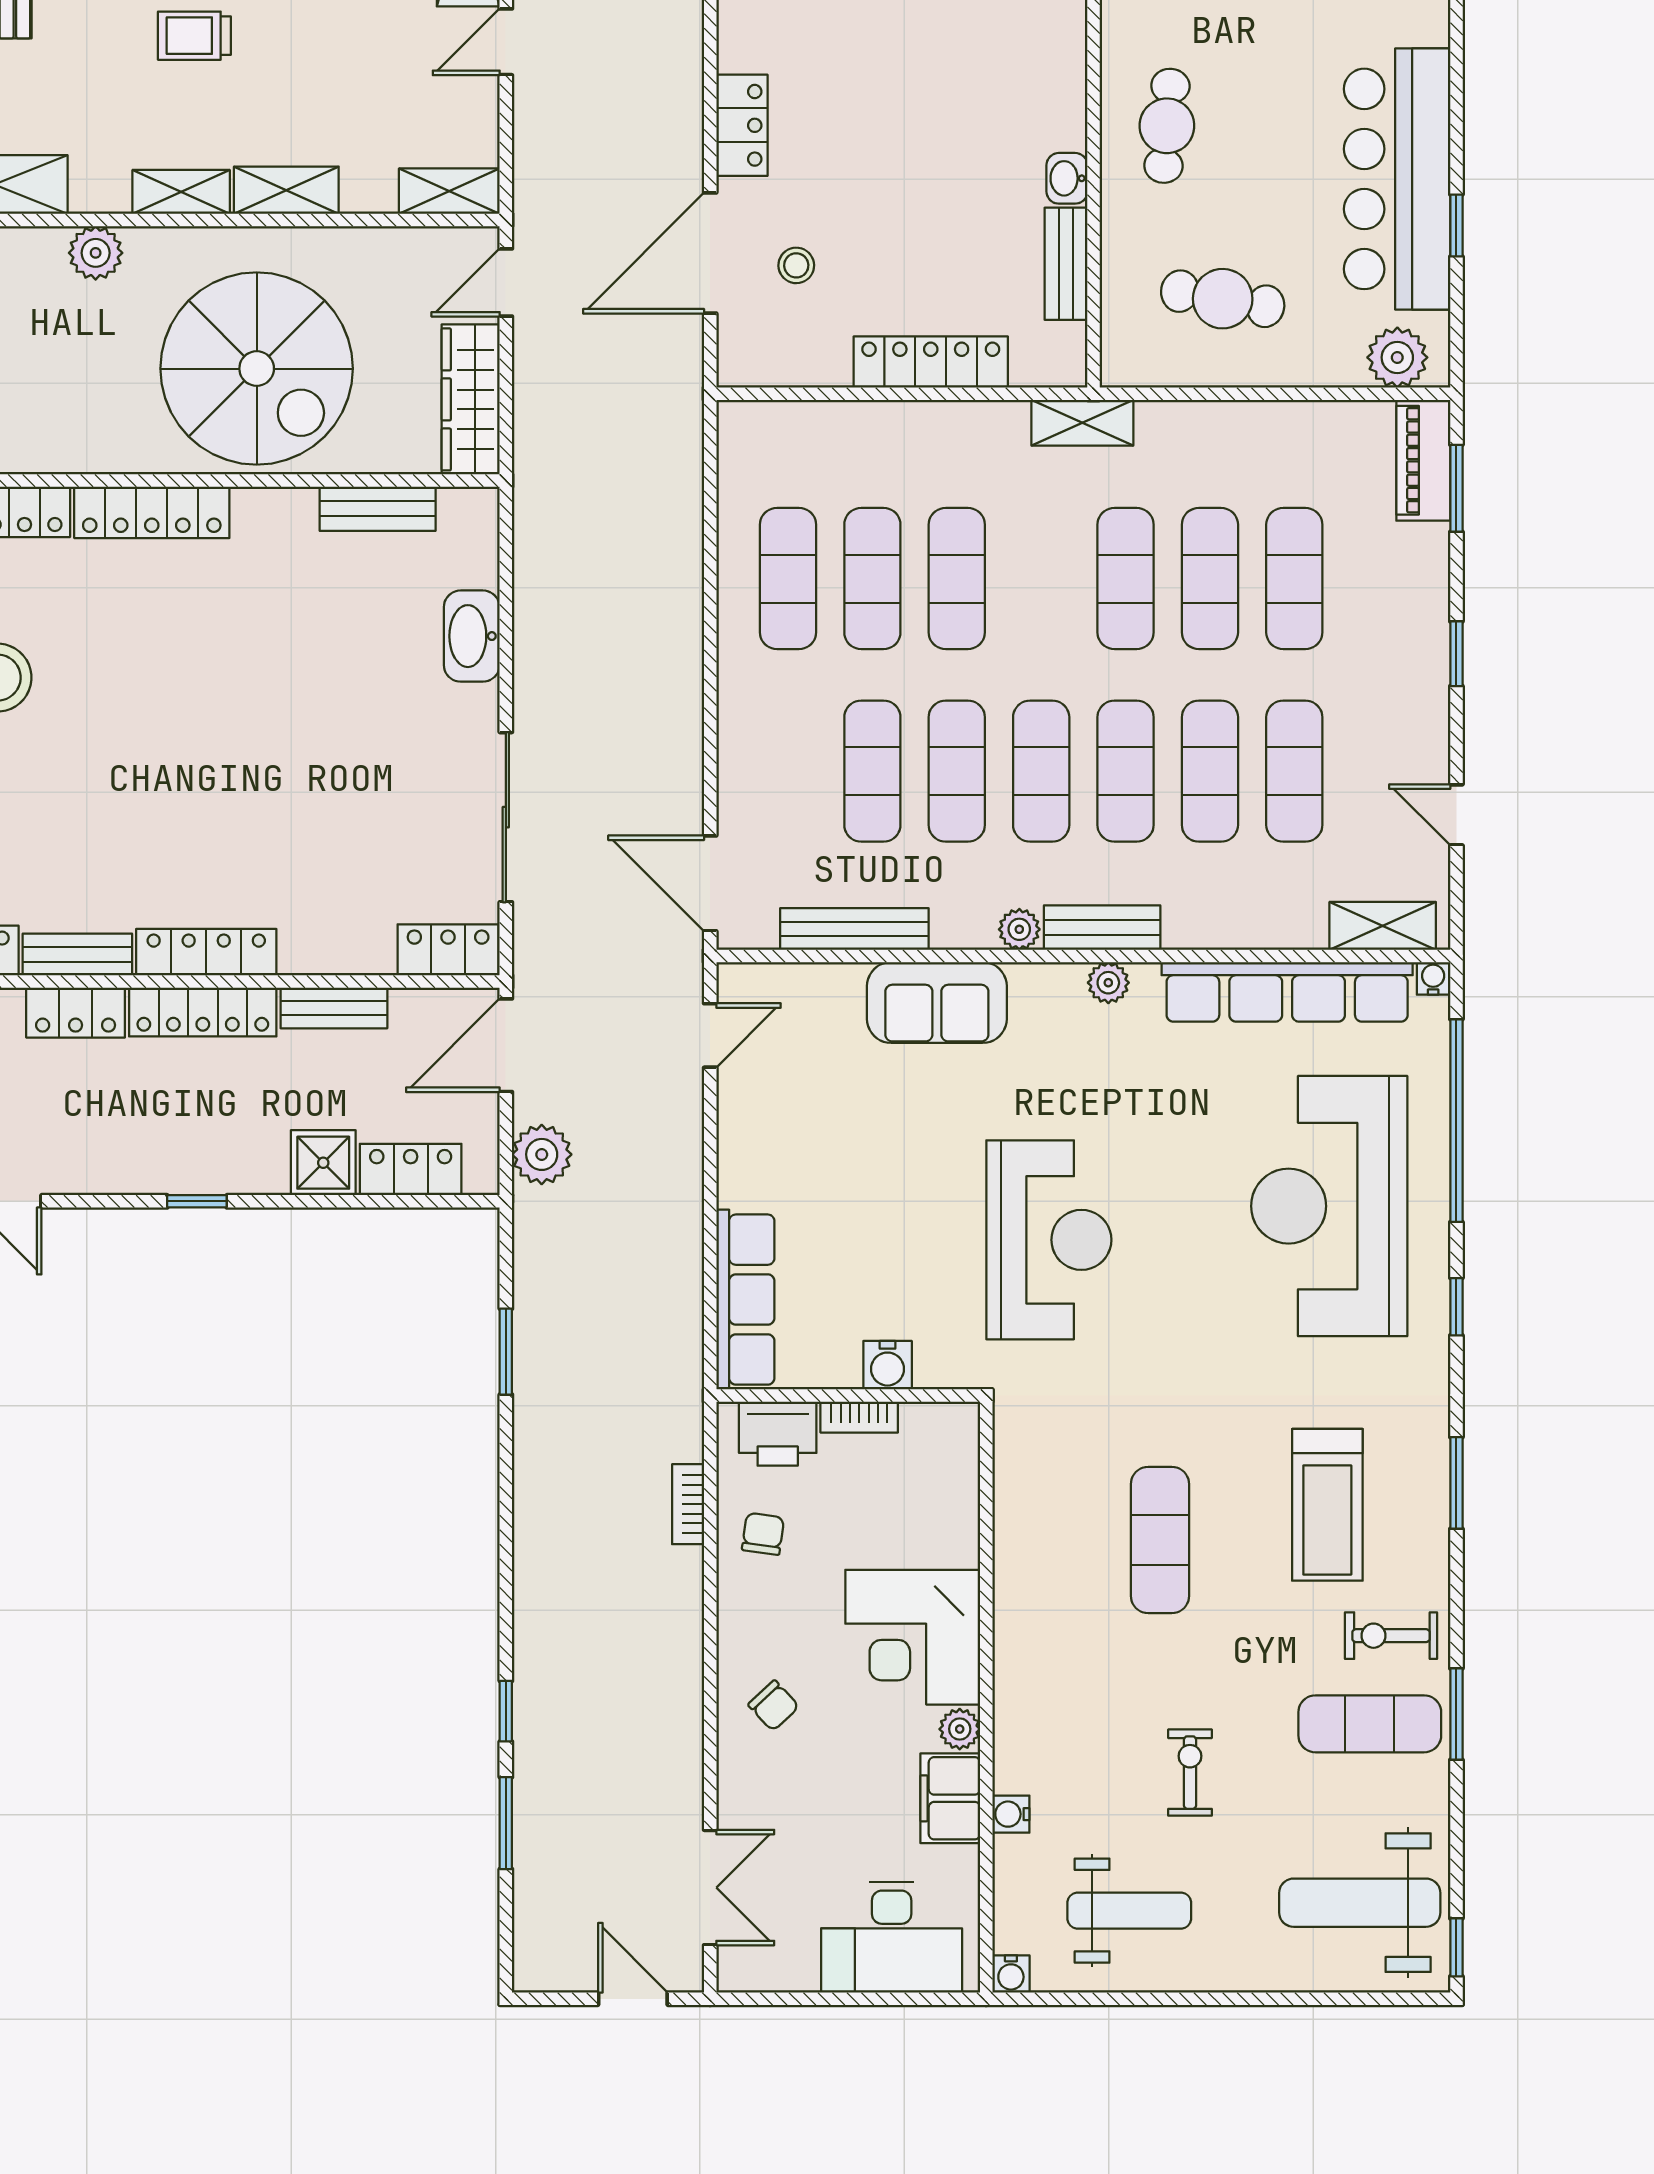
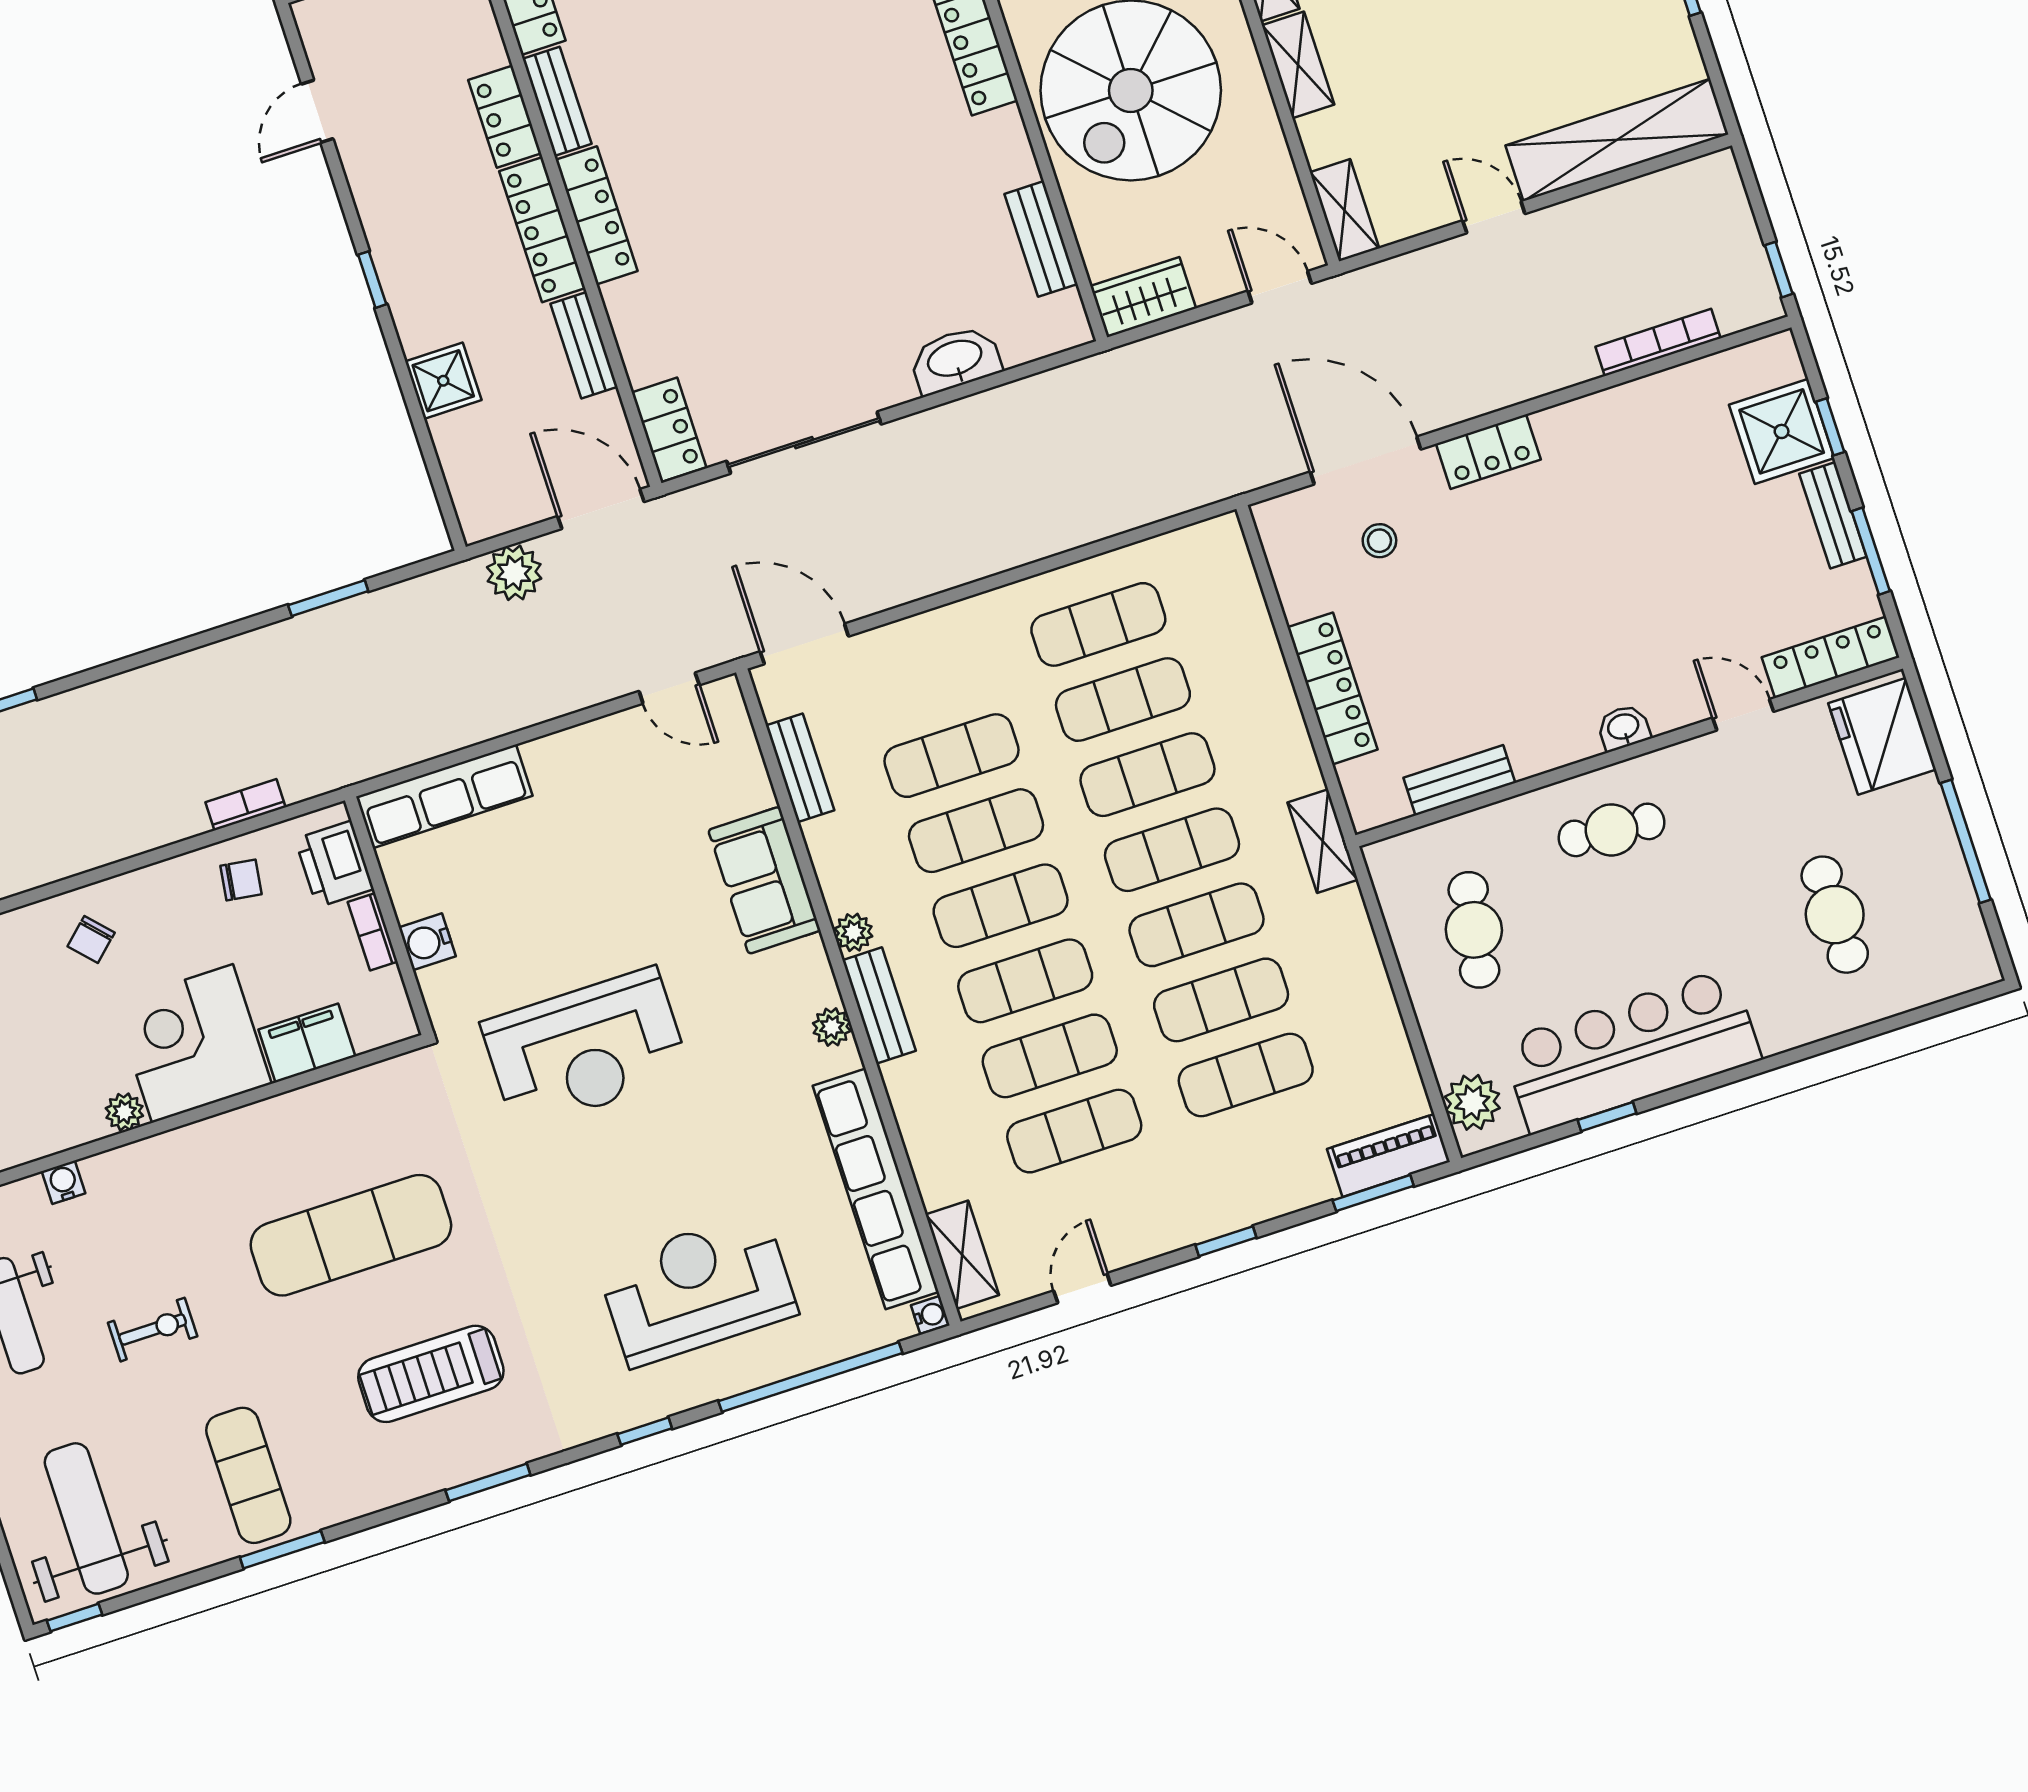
washbasin: (1067, 178) -> (1624, 728), moved
wardrobe: (471, 399) -> (1143, 297), width x0.67
exercise mat: (1041, 579) -> (1172, 850), added
door: (710, 883) -> (804, 644), hinge flipped
bench: (854, 929) -> (800, 768), width x0.73
locker: (411, 1169) -> (463, 460), removed
reception desk: (1329, 1206) -> (697, 1289), width x0.74, depth x0.77
exercise mat: (1160, 1540) -> (351, 1235), width x1.36, depth x1.45
exercise bike: (1391, 1636) -> (333, 1469), removed
filing cabinet: (950, 1798) -> (307, 1043), moved

